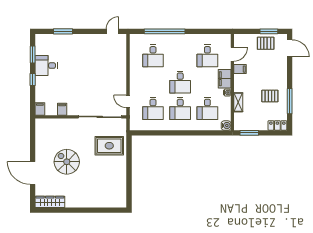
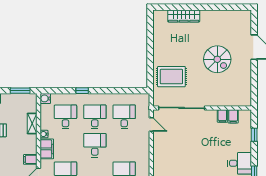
window: (33, 80) -> (254, 135), moved
filing cabinet: (40, 109) -> (233, 116), moved
window: (192, 133) -> (82, 91), added
wardrobe: (50, 202) -> (184, 16), moved

